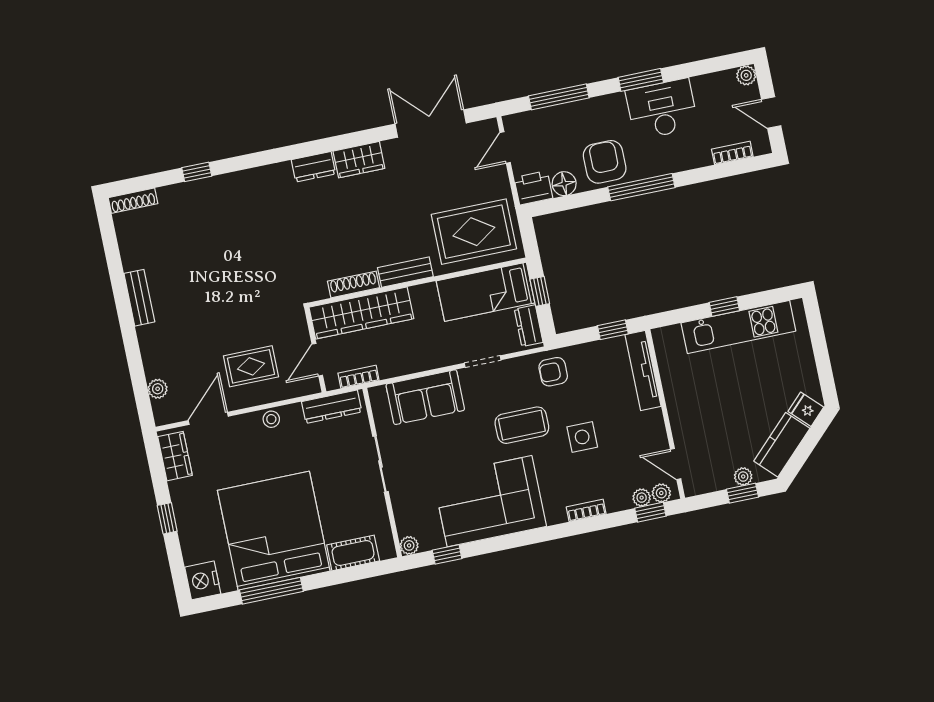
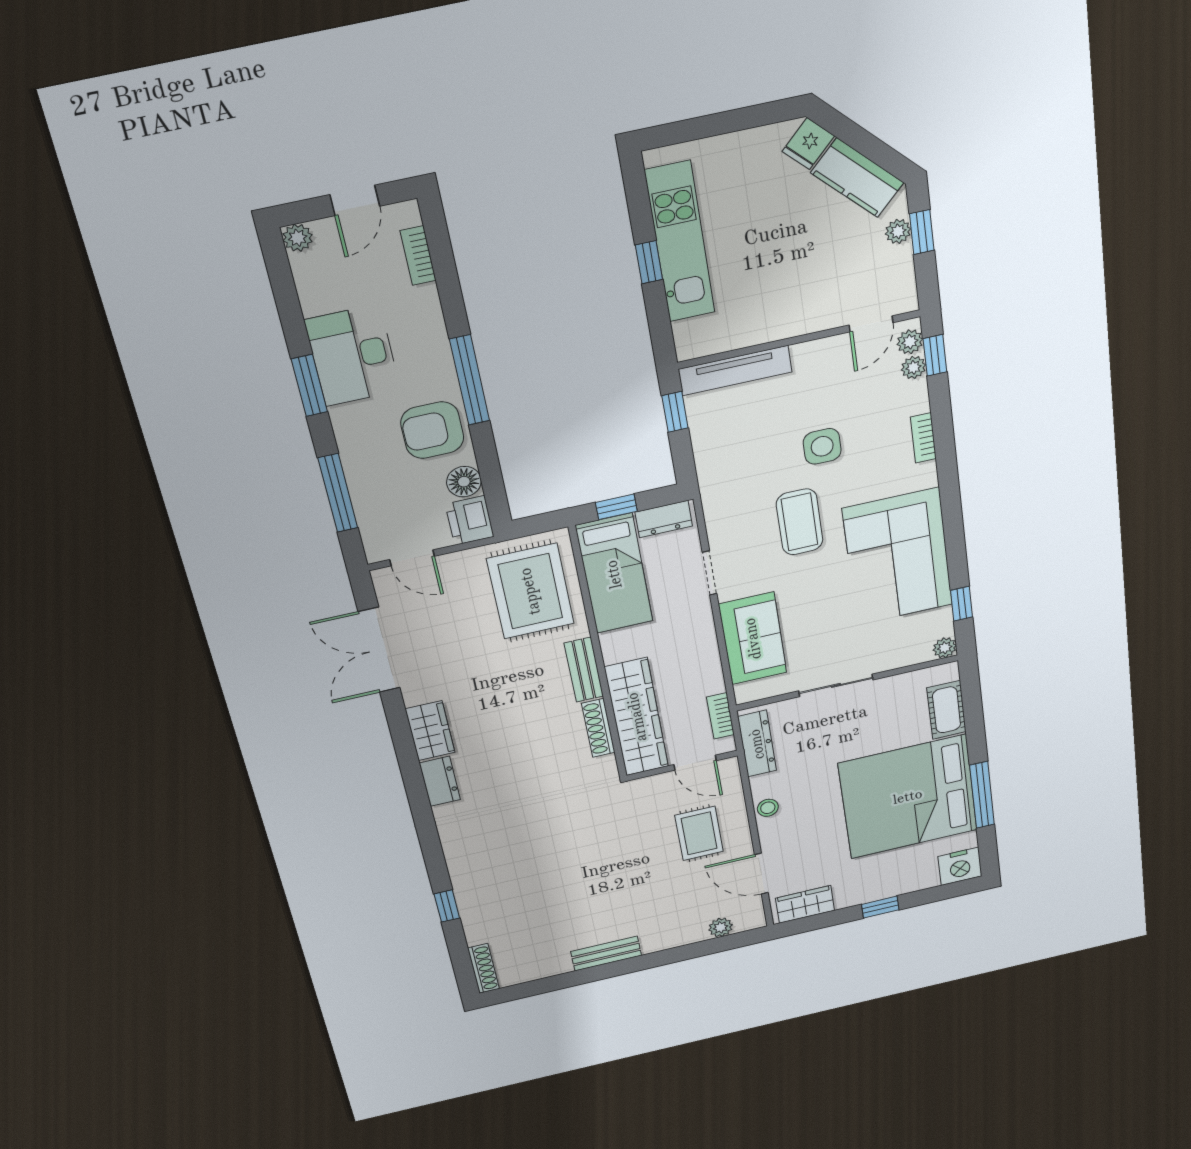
armchair: (553, 372) -> (729, 486), removed

